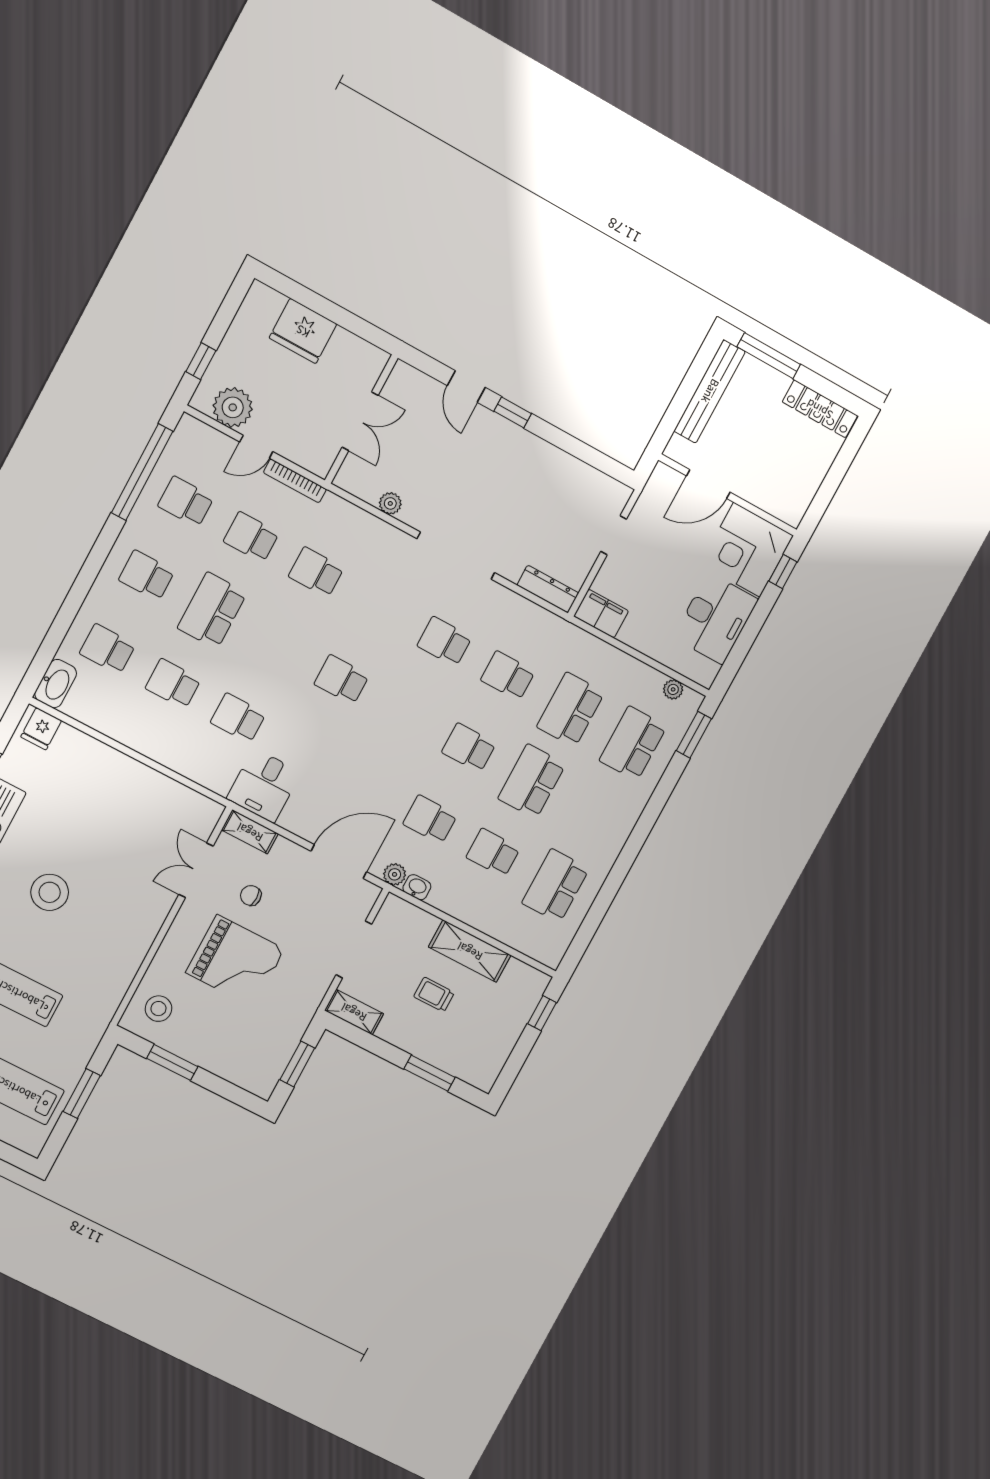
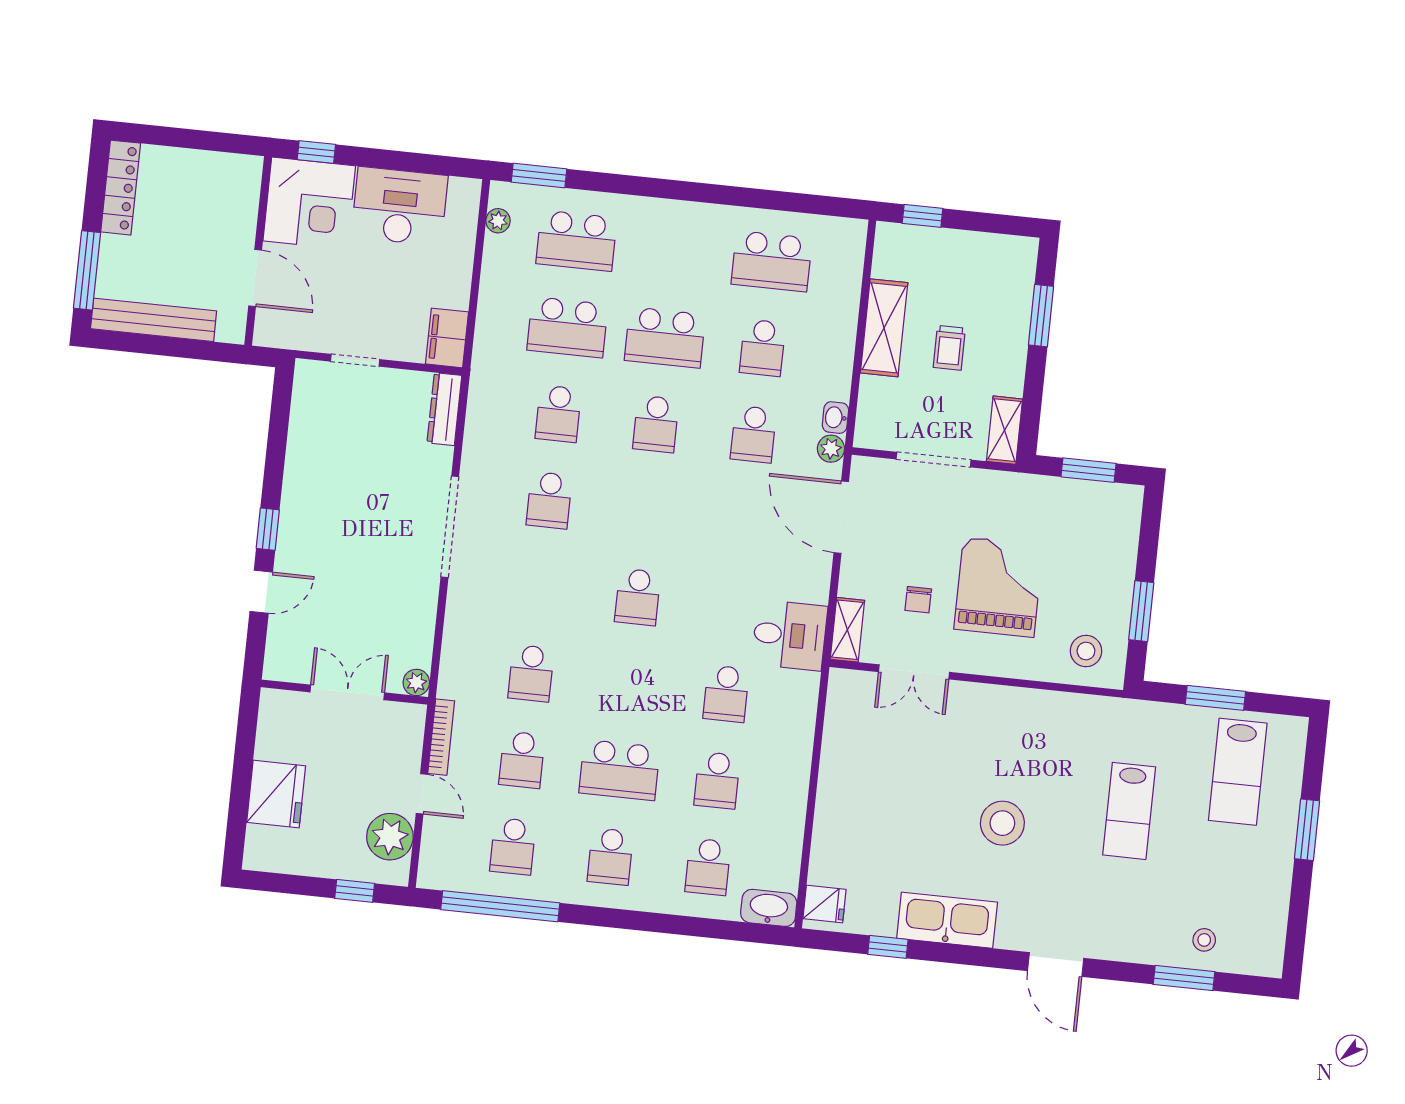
plant: (390, 503) -> (416, 682), moved

